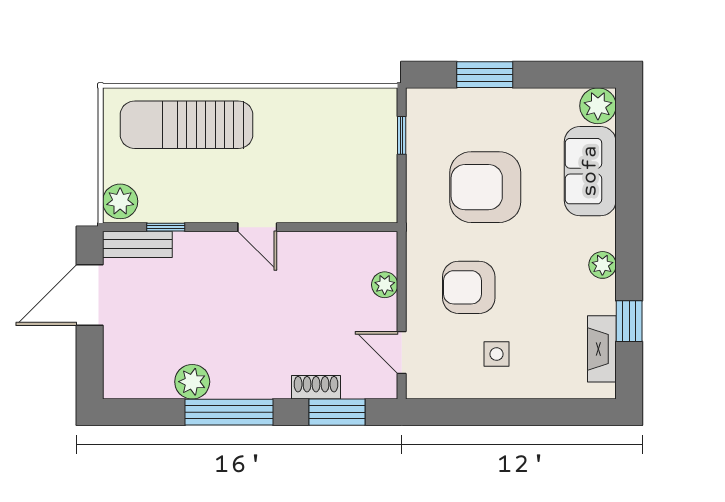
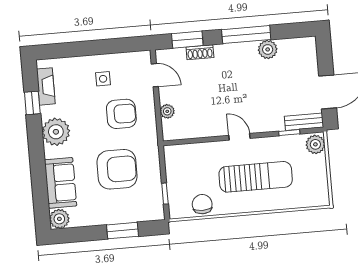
chair: (336, 110) -> (202, 204), added
sun lounger: (186, 125) -> (256, 177), moved
plant: (602, 265) -> (56, 132), width x1.88, depth x1.88

